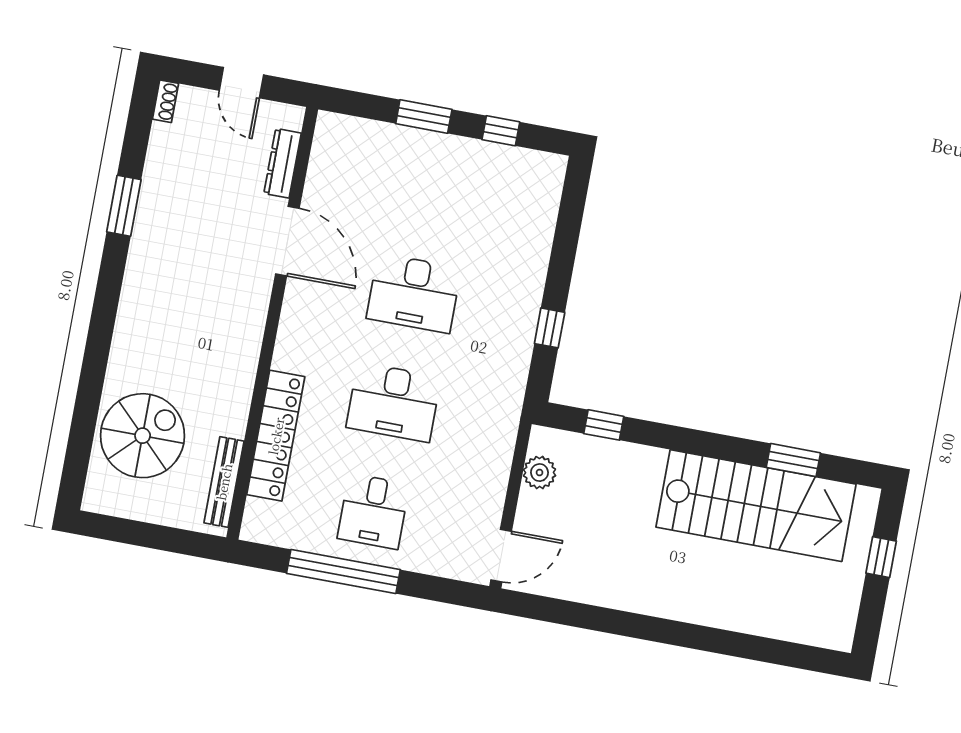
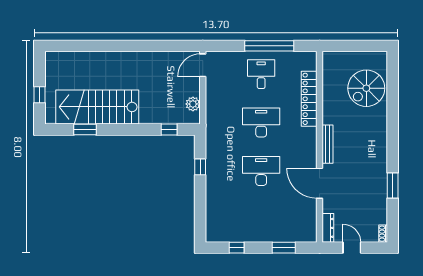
window: (424, 116) -> (284, 248), moved
dresser: (282, 163) -> (328, 228), moved
bench: (224, 482) -> (328, 144), moved

